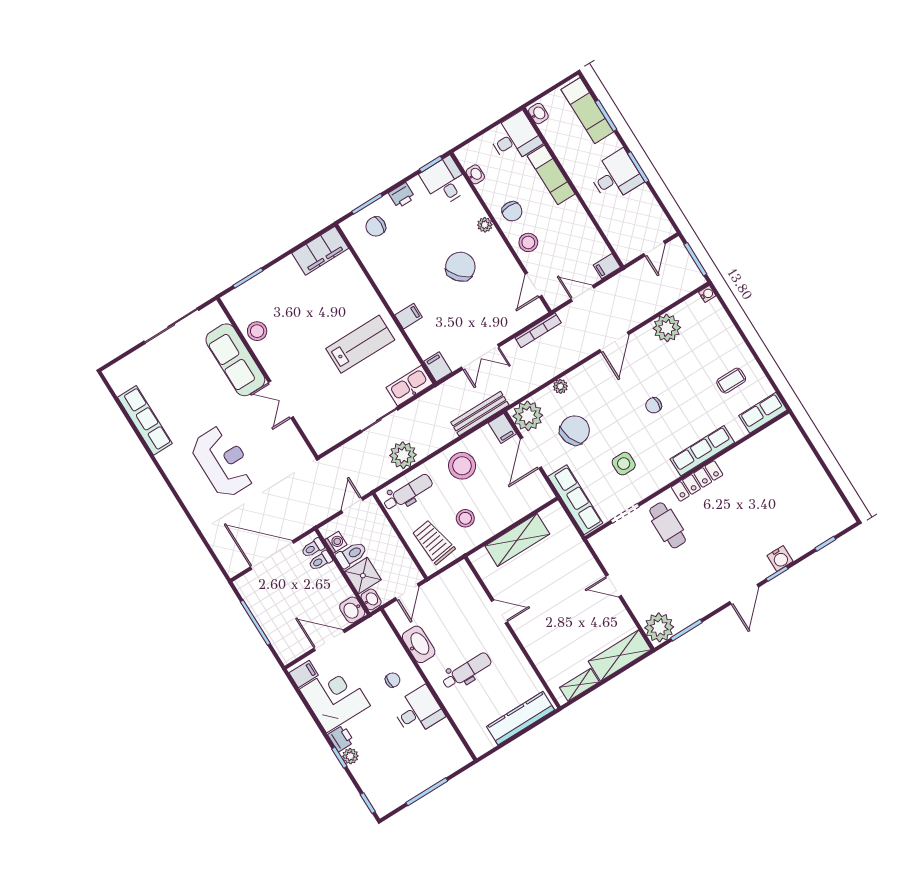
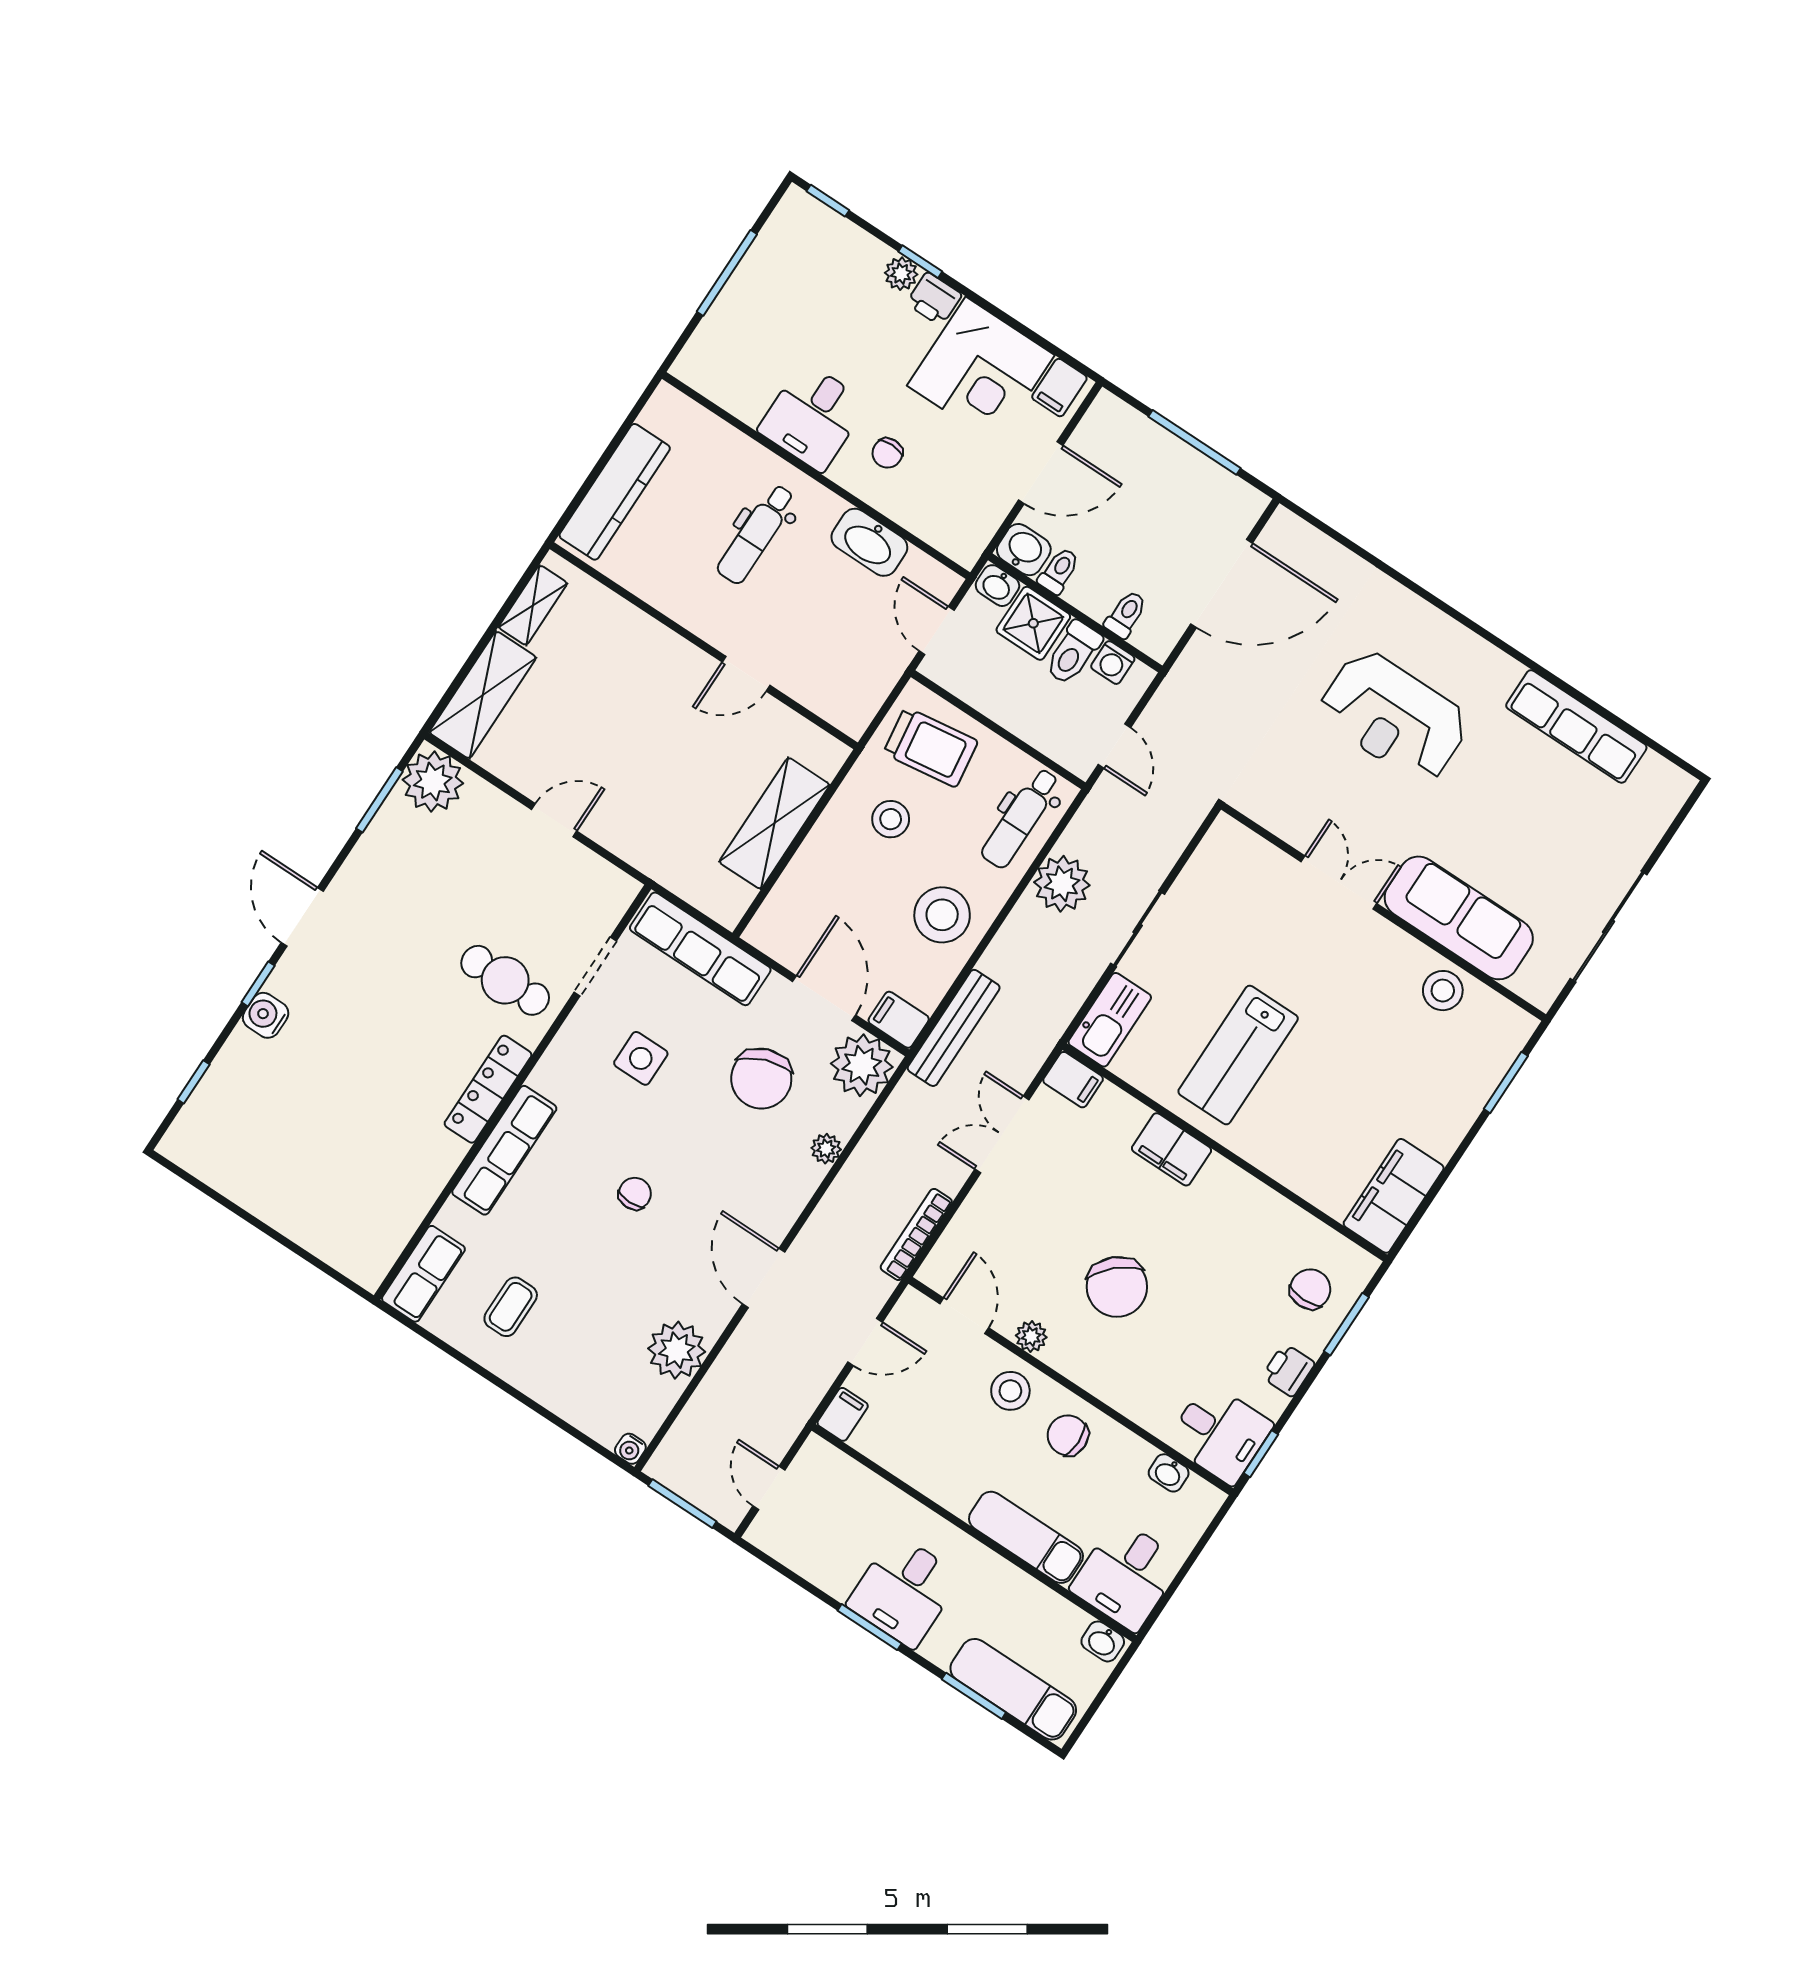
plant: (485, 225) -> (1031, 1336), moved
filing cabinet: (409, 316) -> (1171, 1149), width x2.00
toilet: (313, 548) -> (1059, 571), moved

